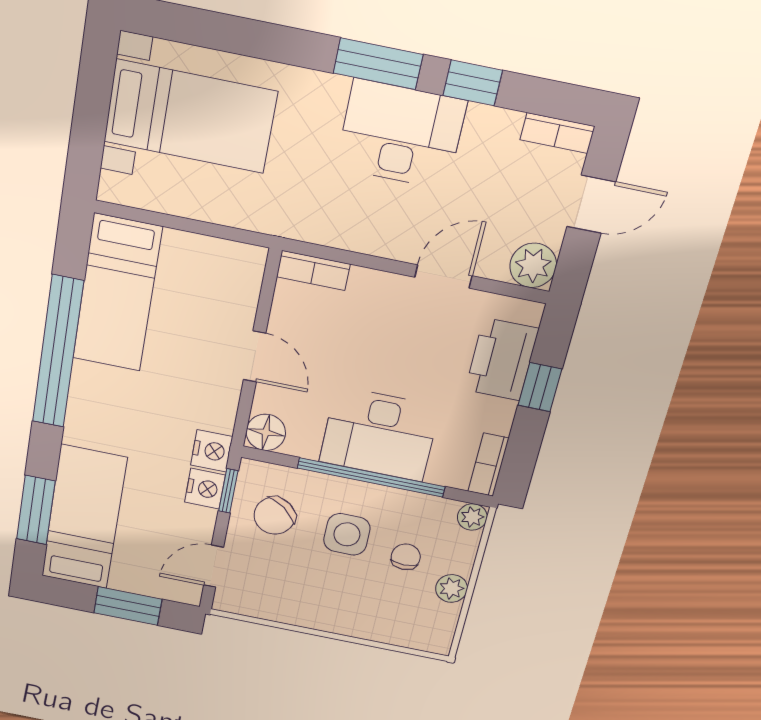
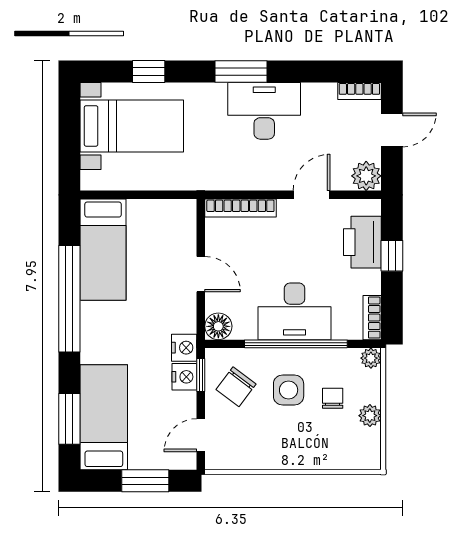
window: (473, 83) -> (149, 71), moved
bookcase: (313, 270) -> (240, 208), width x1.56

